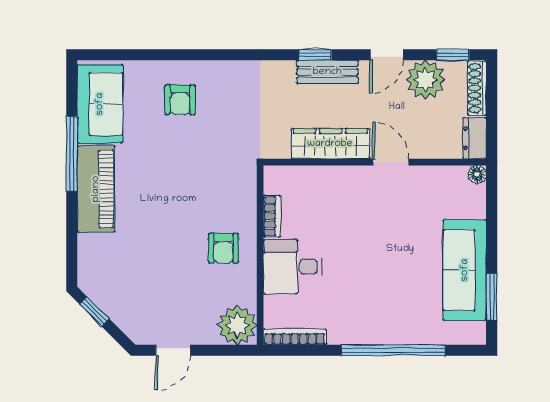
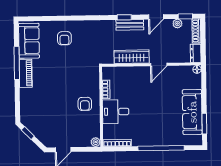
plant: (425, 80) -> (177, 23), width x0.53, depth x0.53
door: (391, 162) -> (159, 64), swing flipped
piano: (96, 189) -> (26, 73), width x0.73, depth x0.75
plant: (237, 325) -> (96, 142), width x0.53, depth x0.53

